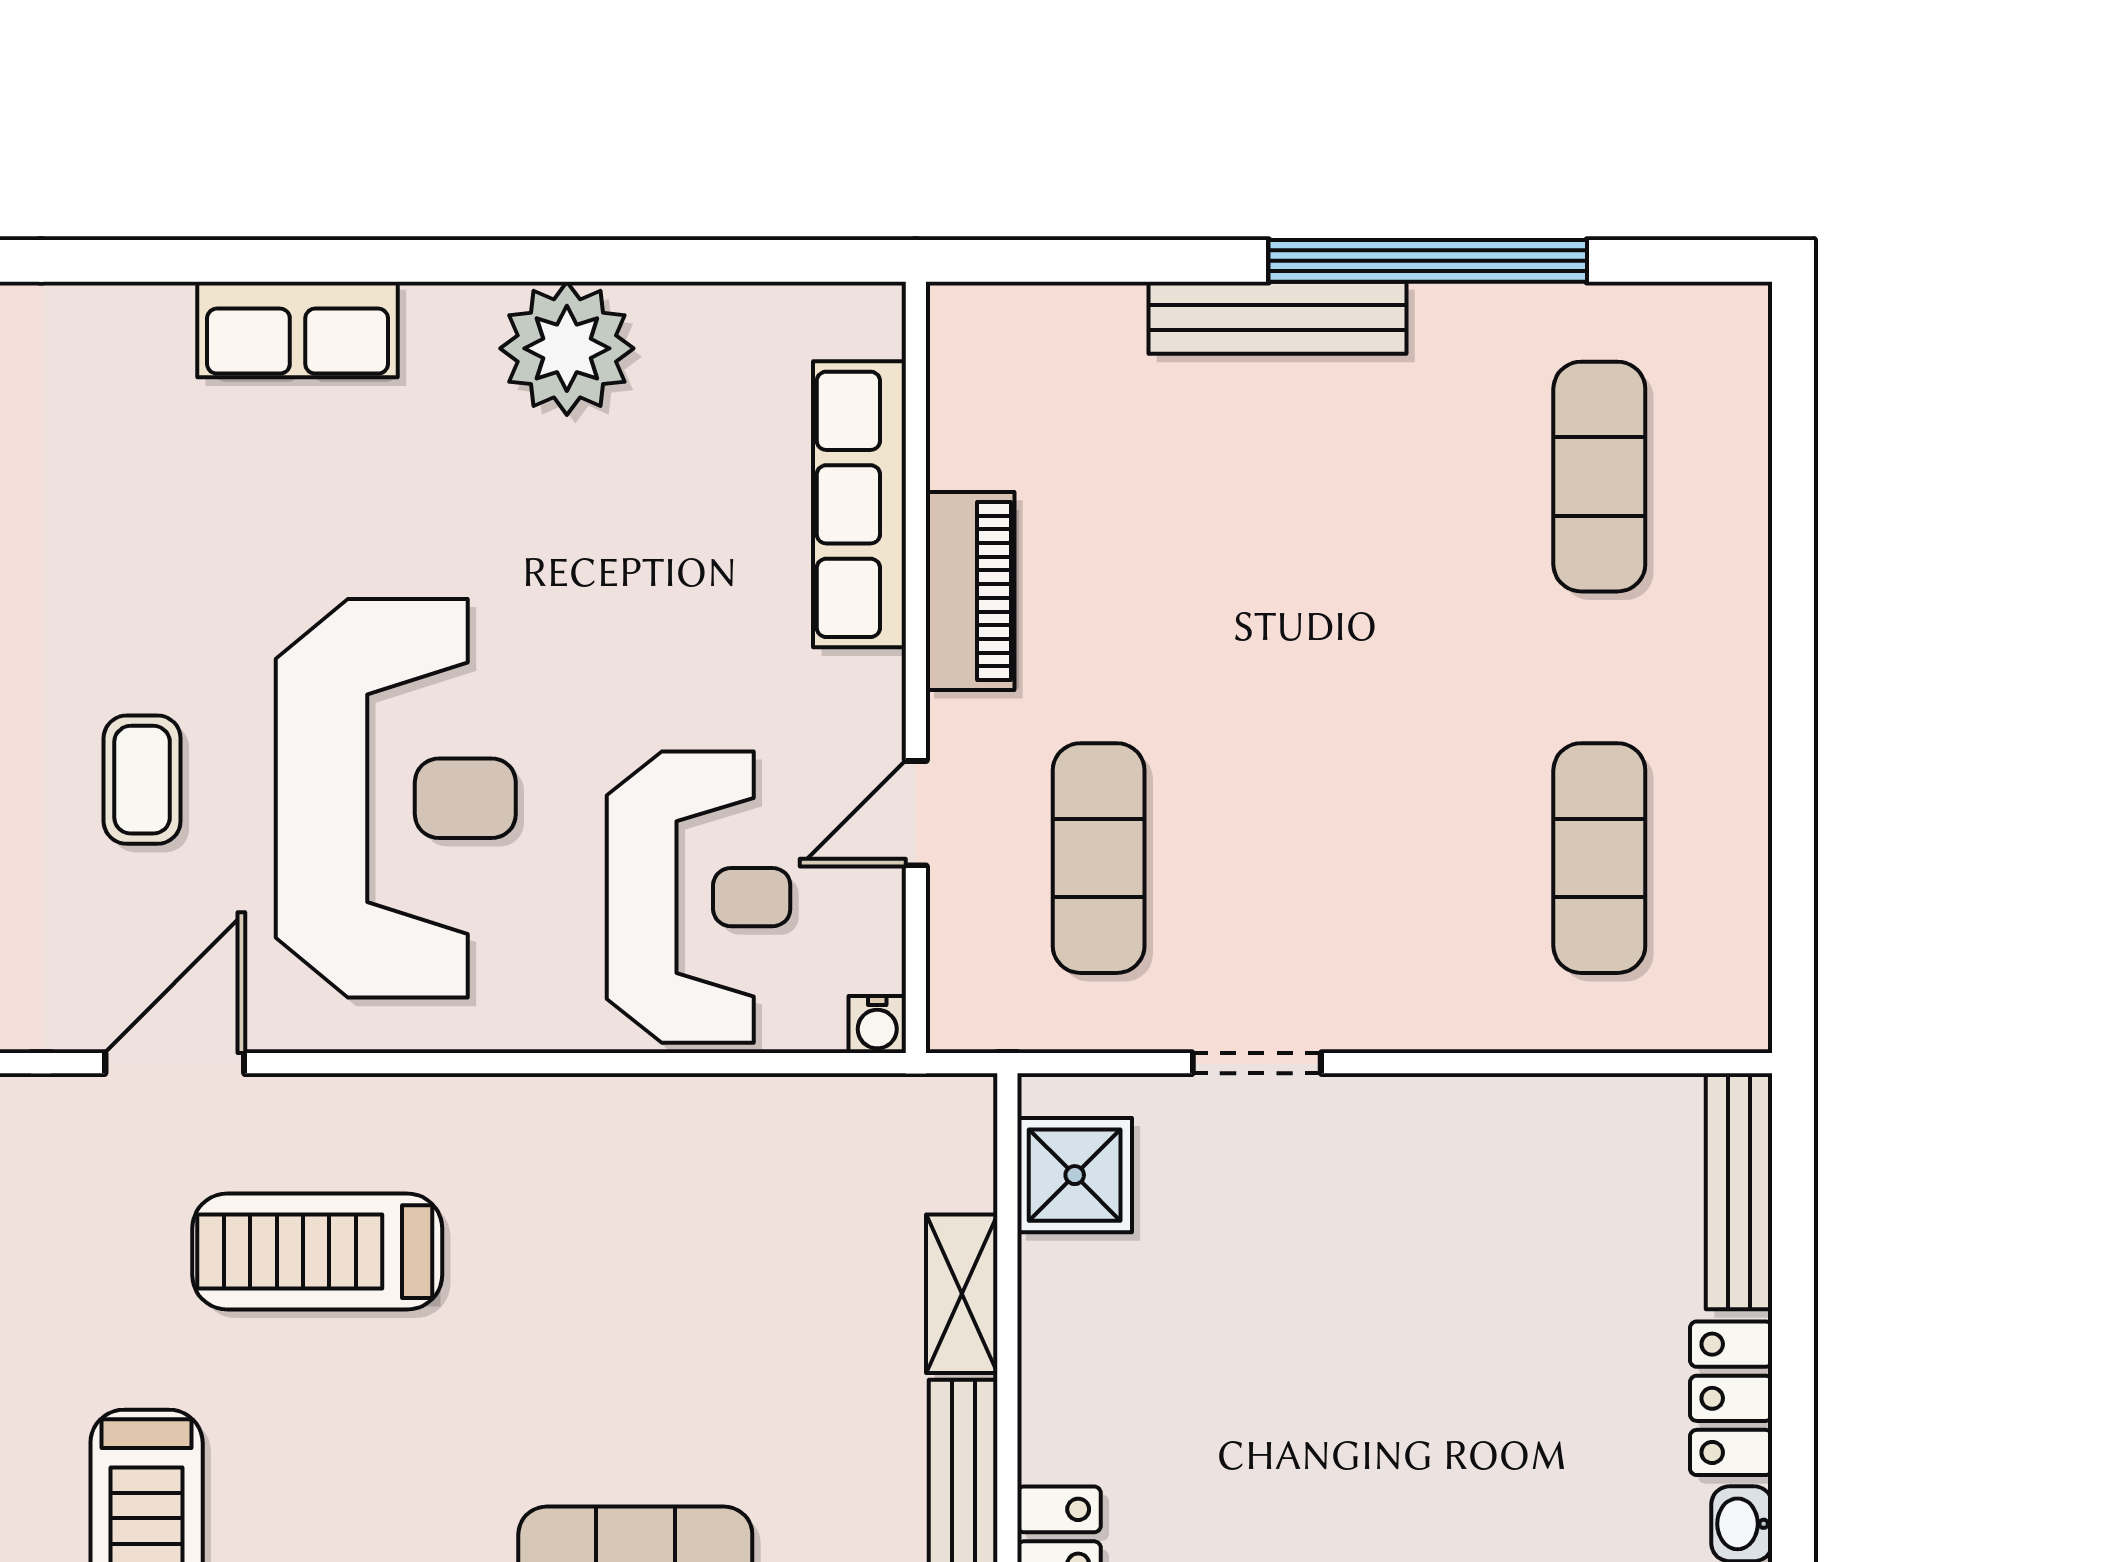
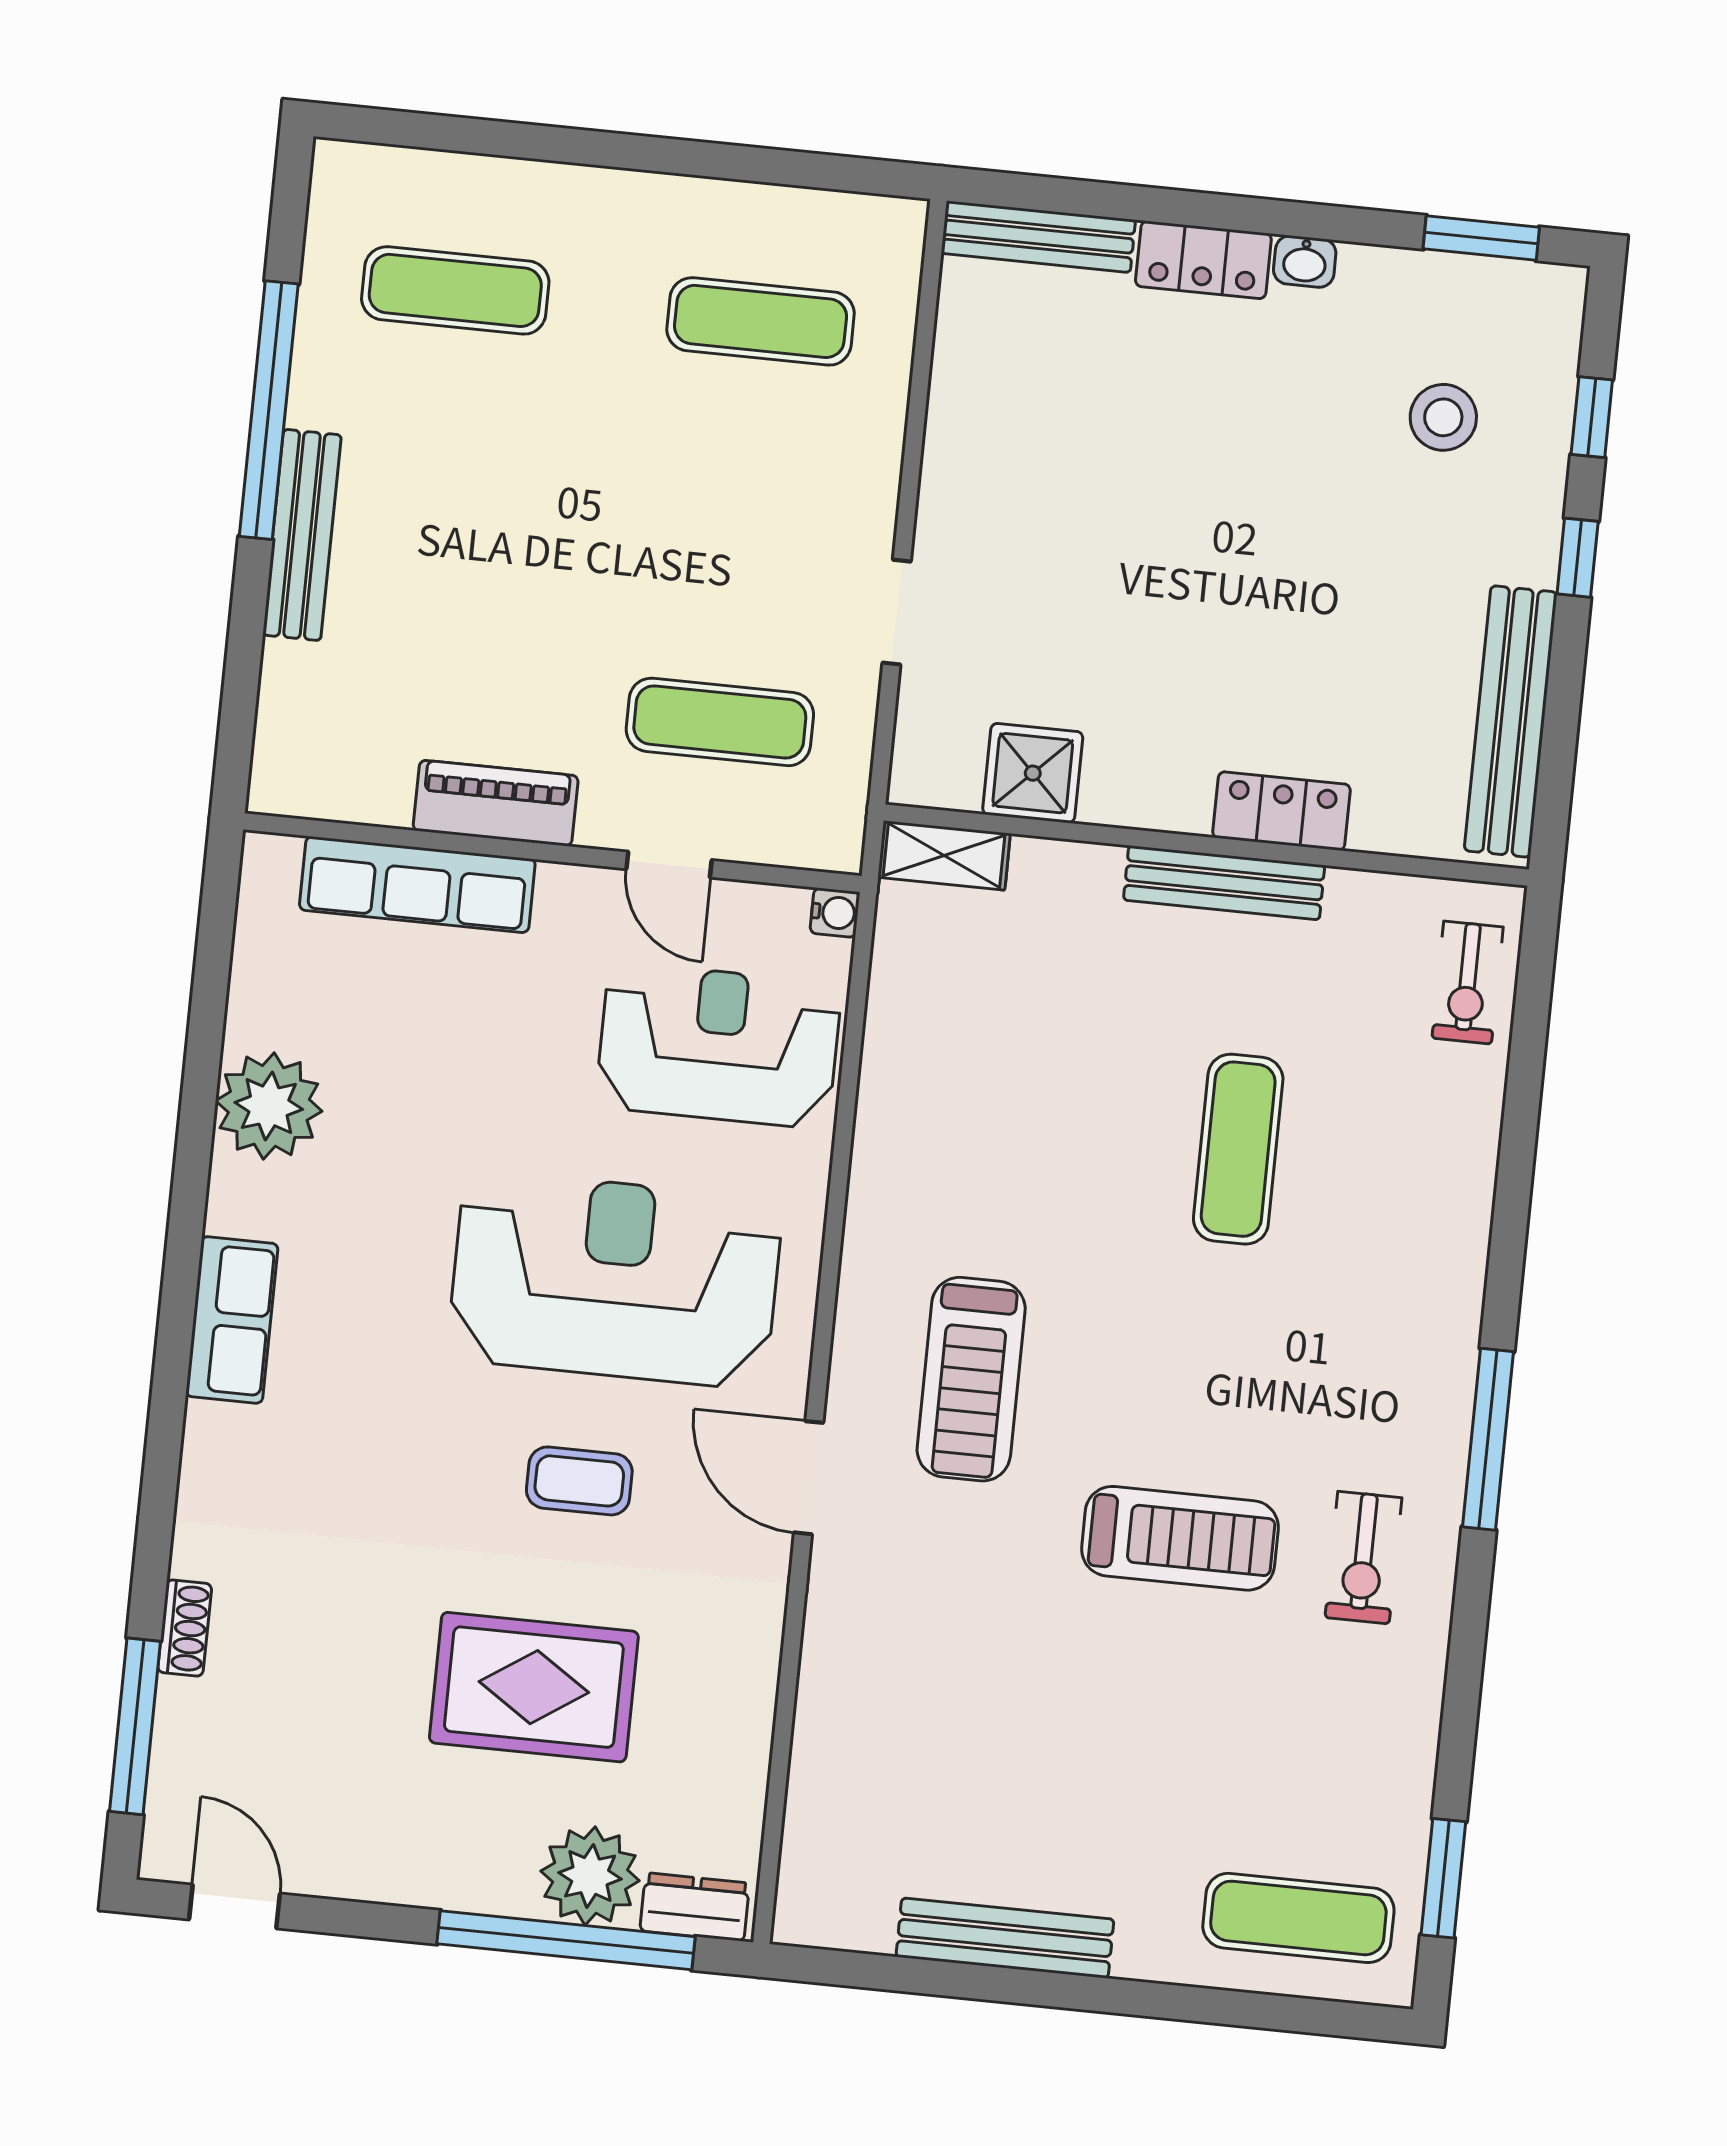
shower: (1075, 1175) -> (1033, 773), moved
shelving: (962, 1294) -> (944, 855), moved

